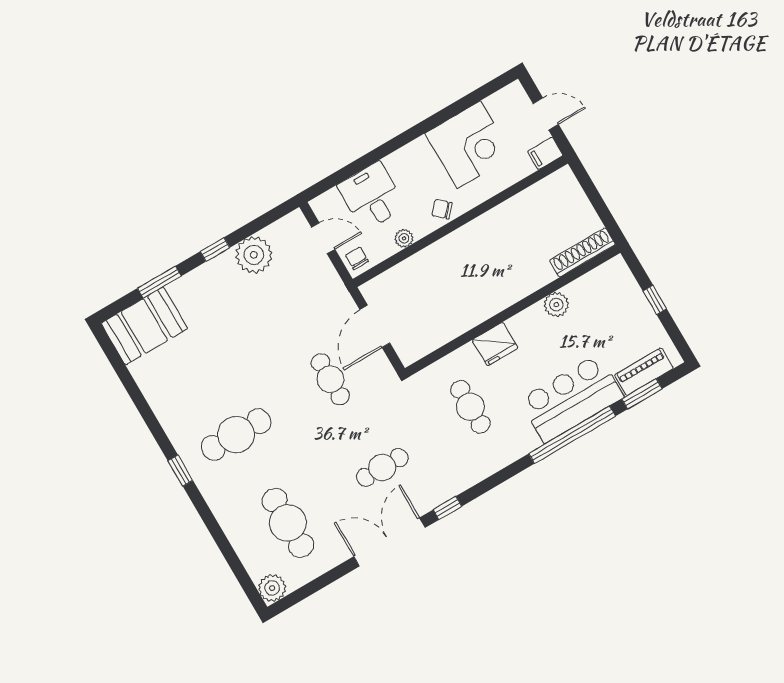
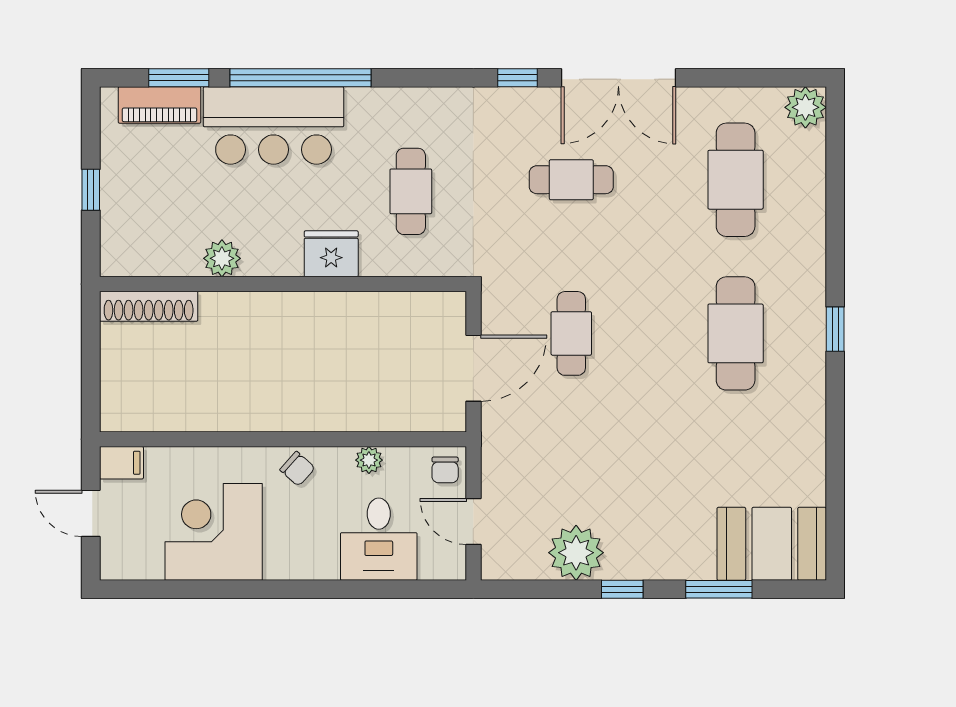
cafe table: (236, 435) -> (736, 333), turned 90

